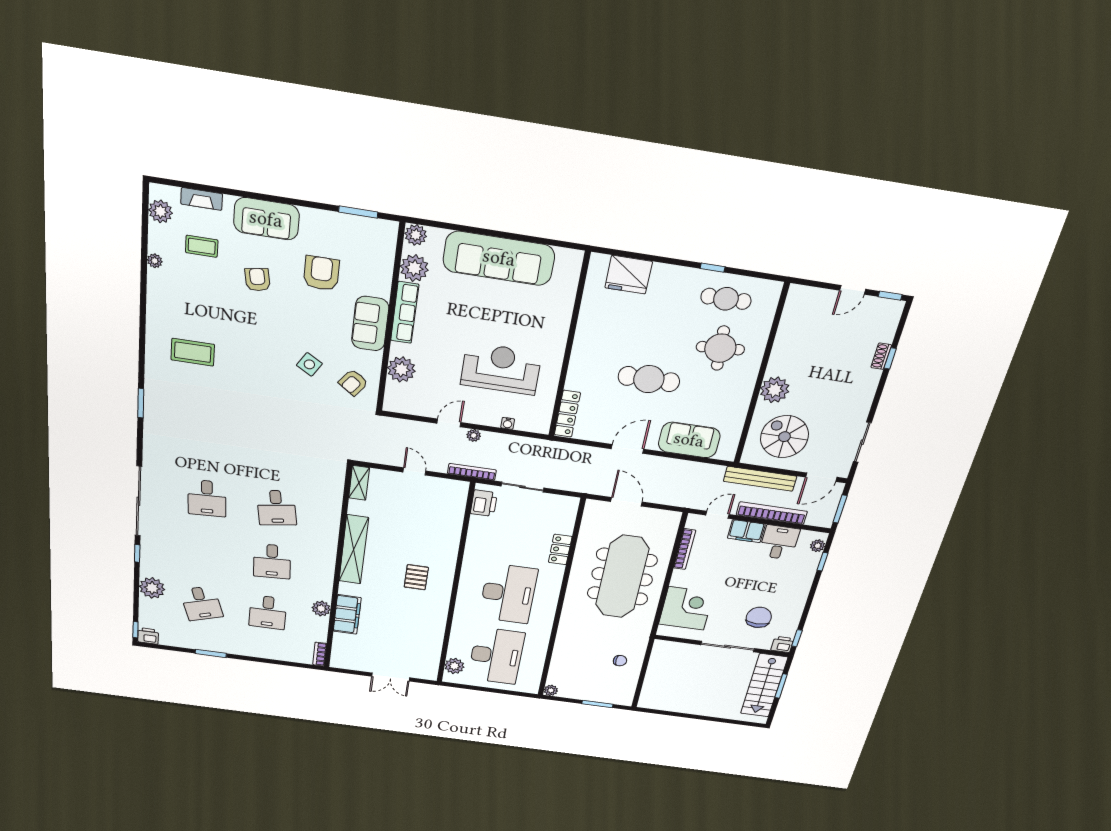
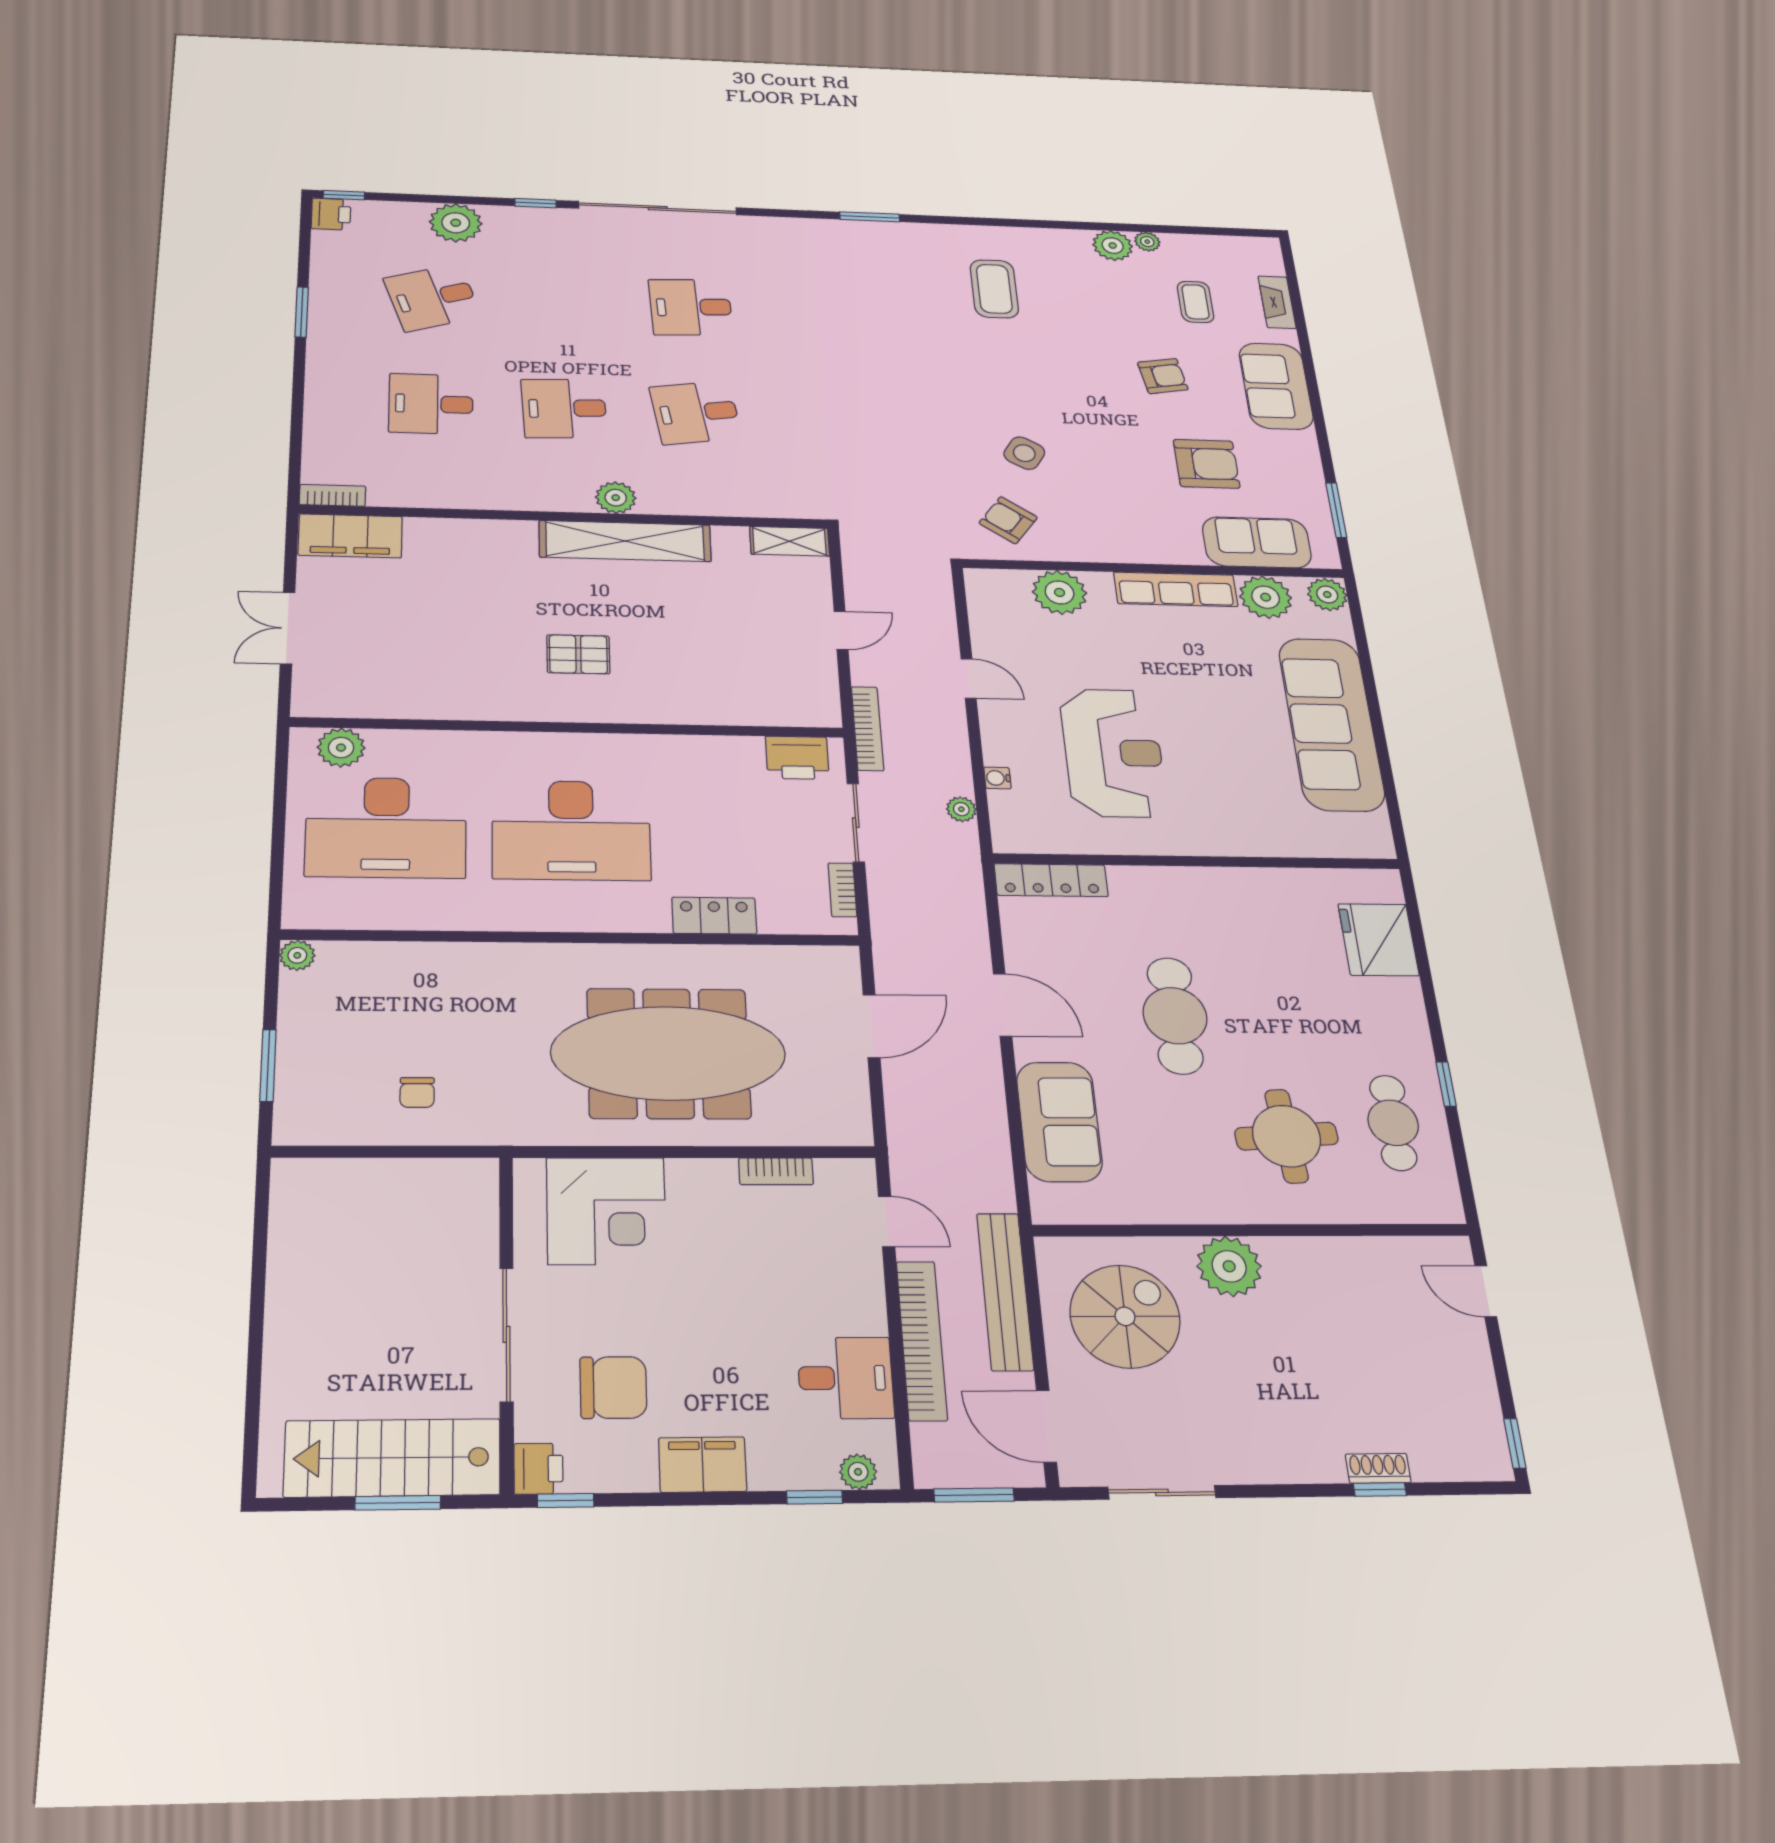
plant: (160, 211) -> (1113, 246), moved
door: (853, 290) -> (1486, 1291), moved
sofa: (370, 324) -> (1257, 542), moved
plant: (474, 435) -> (961, 809), moved
bookcase: (557, 499) -> (842, 890), added
filing cabinet: (746, 531) -> (703, 1465), moved, turned 90
bookcase: (685, 549) -> (776, 1171), width x0.64
plant: (321, 609) -> (616, 498), moved
filing cabinet: (347, 614) -> (350, 536), moved

